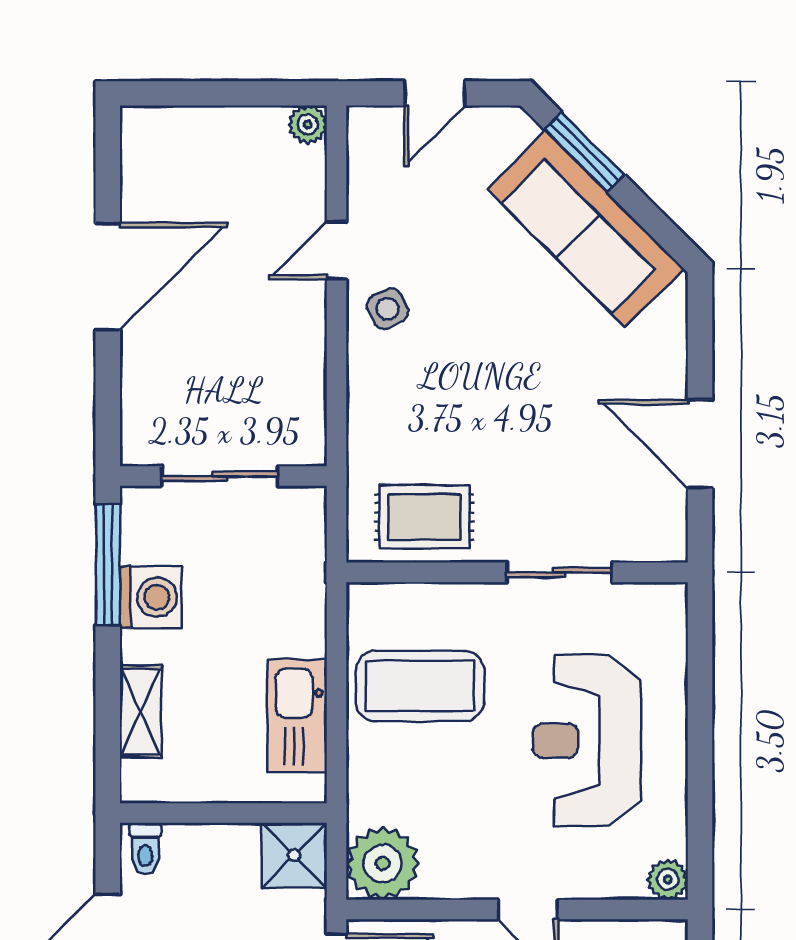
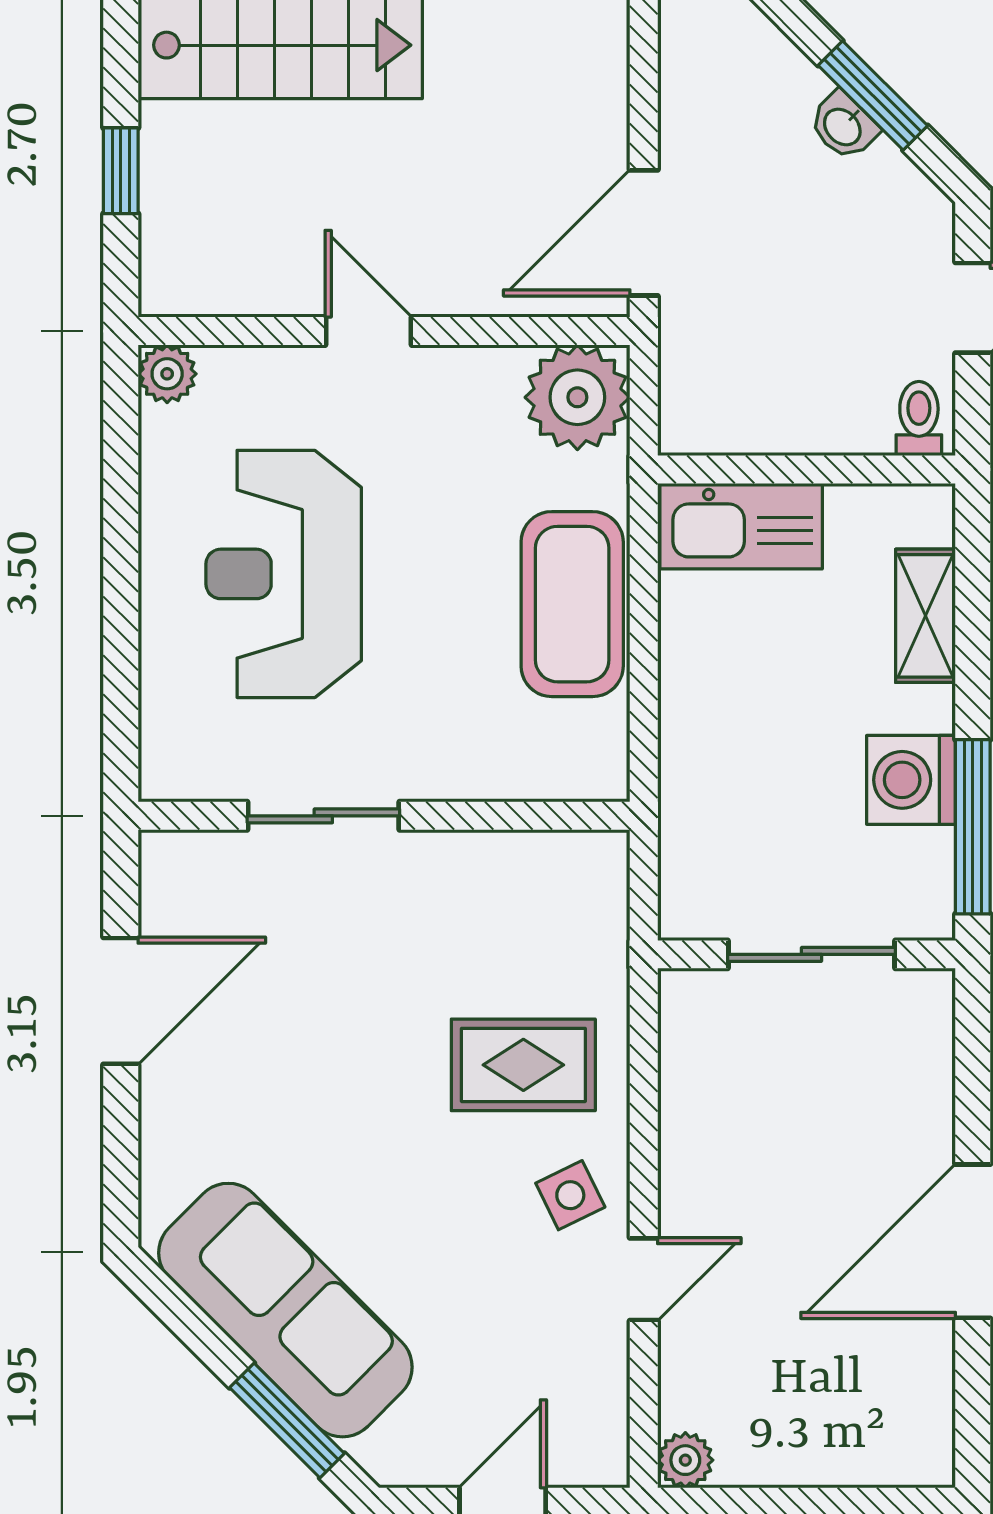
door: (700, 444) -> (121, 1001), hinge flipped
rug: (424, 517) -> (523, 1065), moved
coffee table: (420, 686) -> (572, 604), moved, turned 90
kitchen sink: (297, 716) -> (741, 526), moved, turned 90
reception desk: (587, 740) -> (284, 574), turned 180
shower: (294, 855) -> (705, 409), removed

